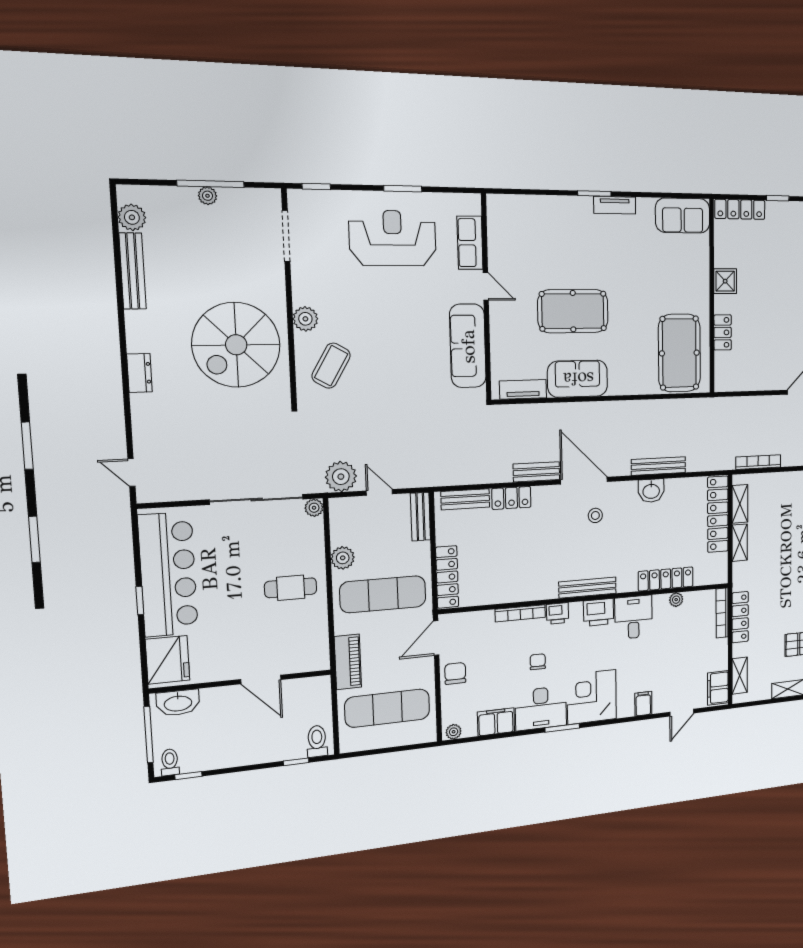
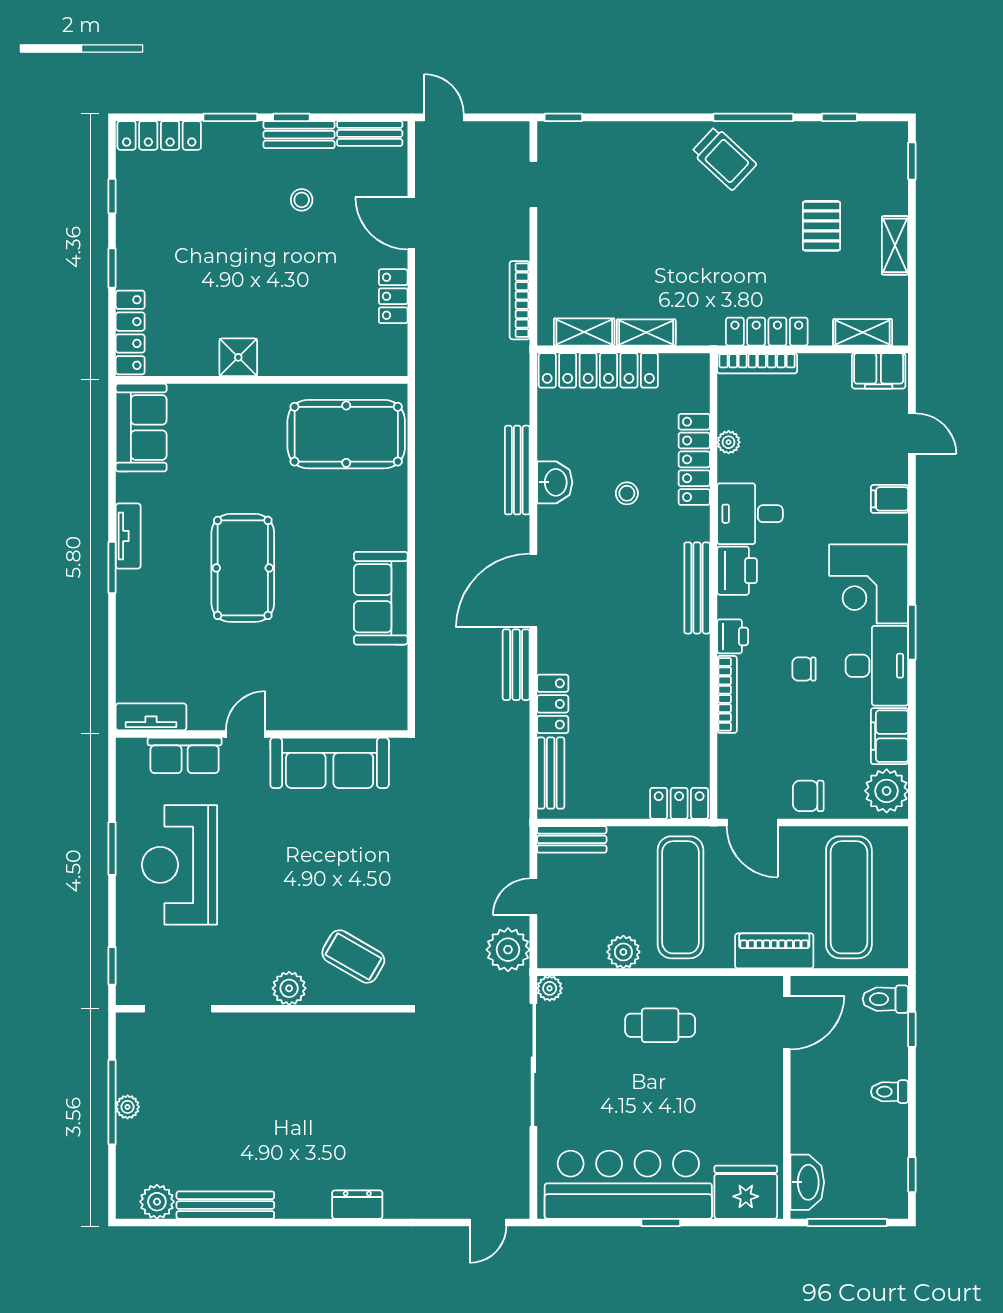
pool table: (573, 311) -> (243, 568), moved
locker: (723, 332) -> (393, 296), moved, turned -90
spiral stairs: (236, 345) -> (323, 1081), removed
tv unit: (523, 389) -> (151, 717), moved, turned 90
stool: (595, 515) -> (627, 493), moved
locker: (447, 577) -> (679, 803), width x0.66
cafe table: (291, 588) -> (660, 1025), turned 90
door: (261, 680) -> (787, 1023), moved
plant: (454, 732) -> (887, 791), width x1.88, depth x1.88
toilet: (170, 762) -> (890, 1092), moved

